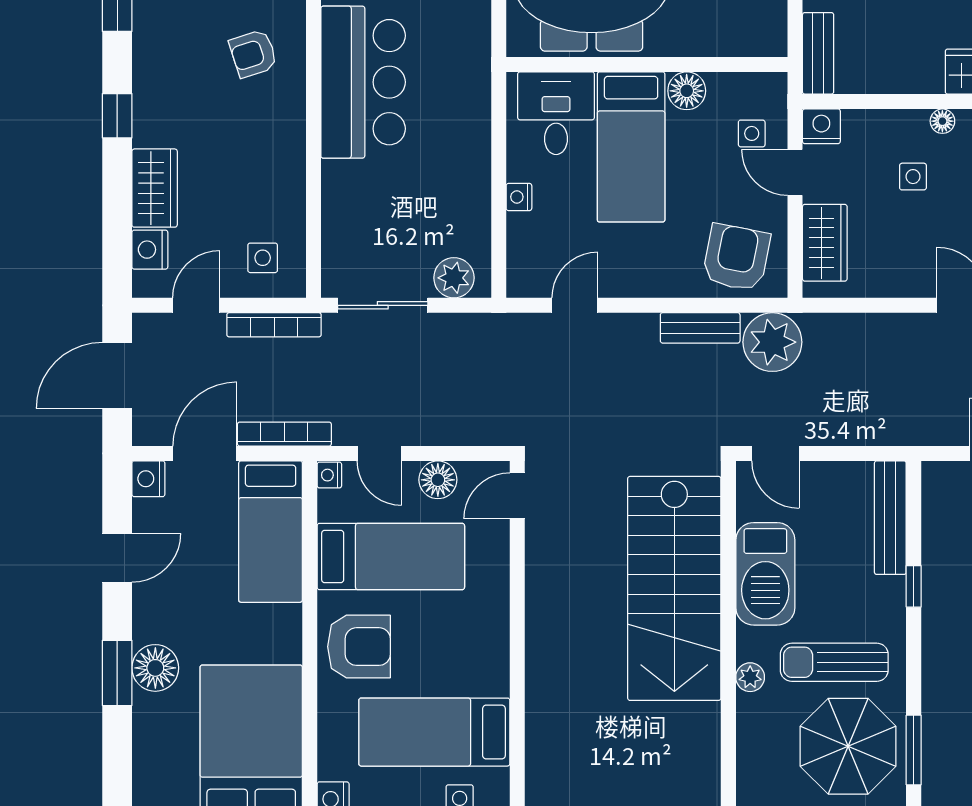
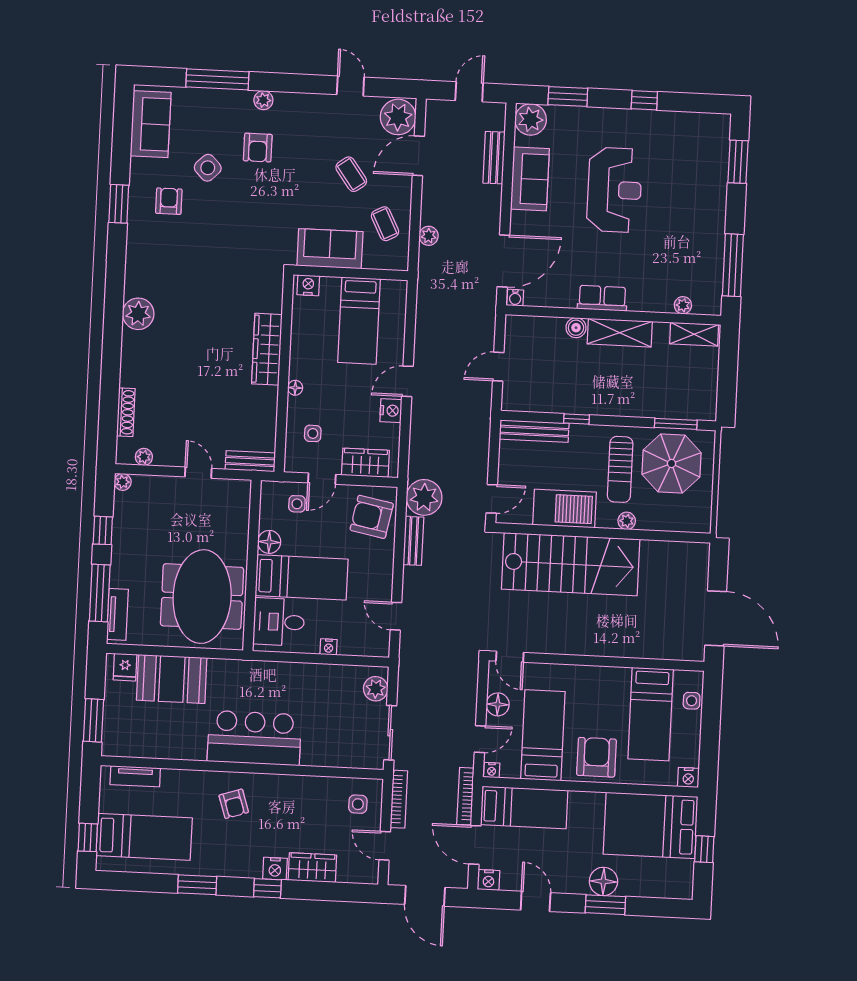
nightstand: (821, 126) -> (391, 411), moved, turned 180
side table: (913, 177) -> (313, 433), moved
nightstand: (150, 250) -> (275, 869), moved

